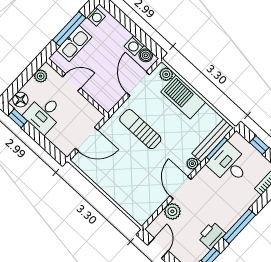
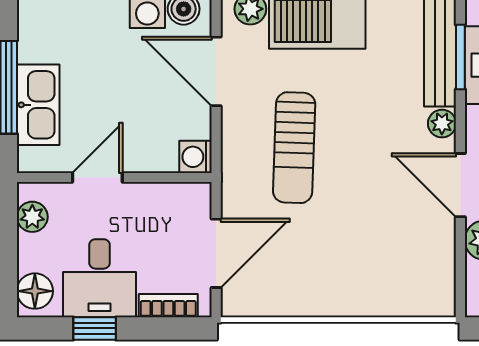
washing machine: (96, 17) -> (195, 157), moved, turned 180
window: (18, 118) -> (95, 328), moved
sun lounger: (140, 129) -> (294, 148), turned -88
bookcase: (57, 142) -> (168, 306), added

